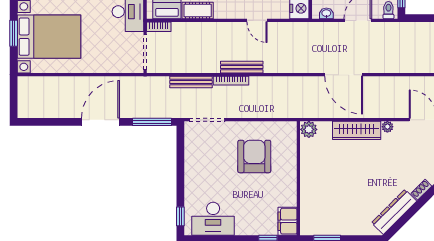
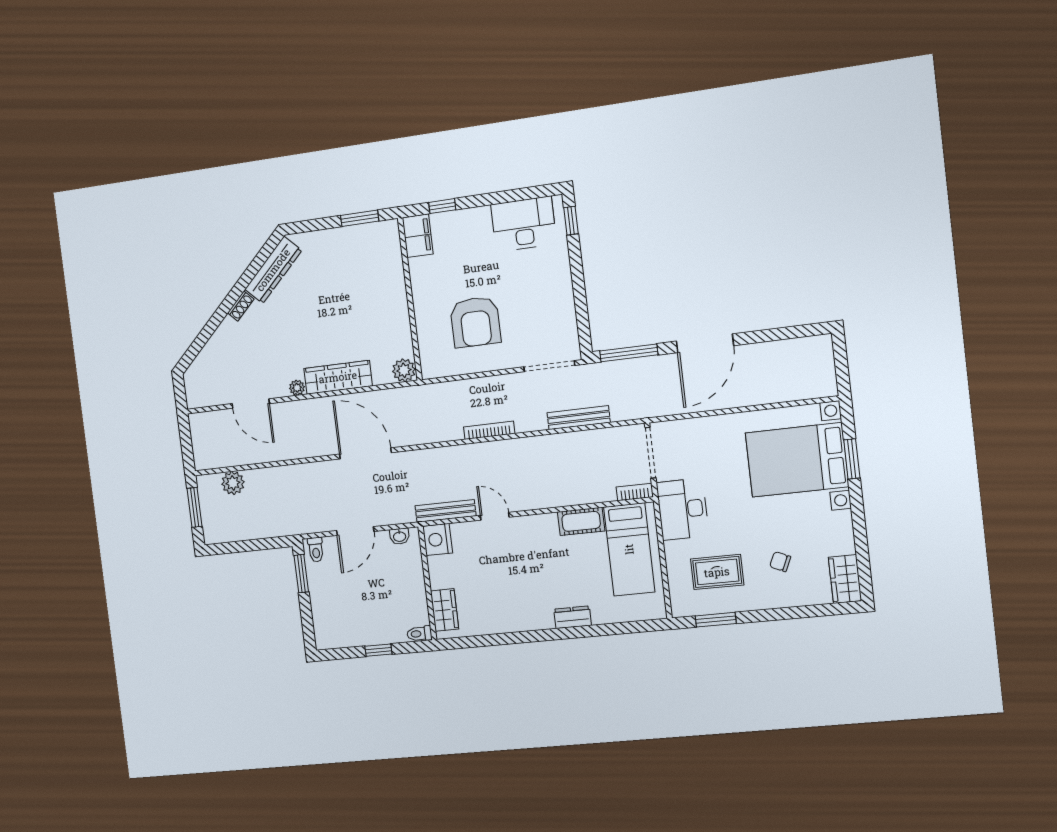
bench: (242, 67) -> (446, 511), moved
bookcase: (231, 81) -> (489, 430), moved

